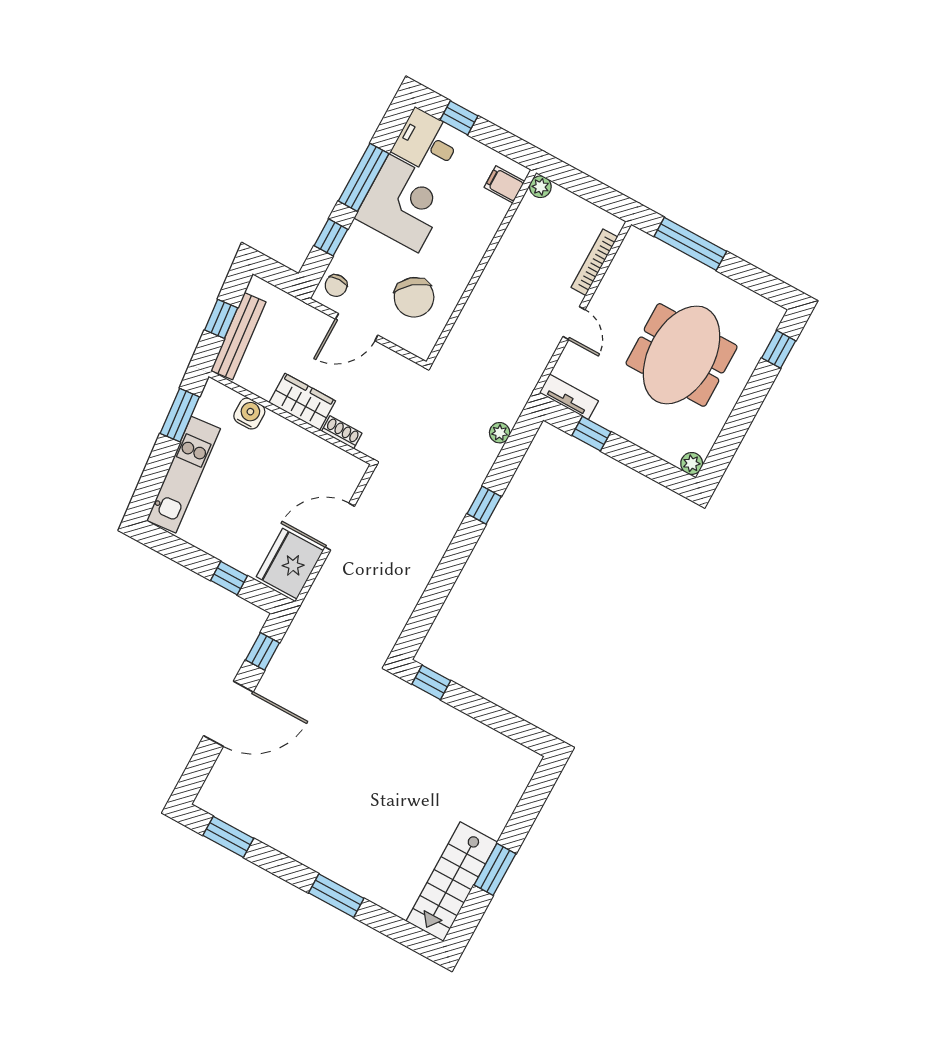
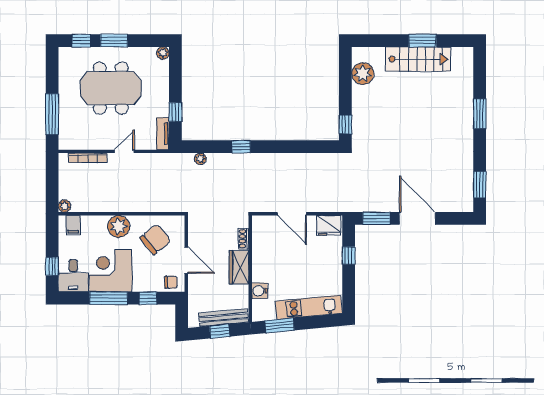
plant: (464, 252) -> (119, 226), added
window: (751, 400) -> (114, 41), added
fridge: (290, 564) -> (329, 225), width x0.73, depth x0.75
window: (262, 651) -> (376, 218), width x1.50
plant: (494, 751) -> (363, 74), added
stairs: (452, 882) -> (418, 59), moved

